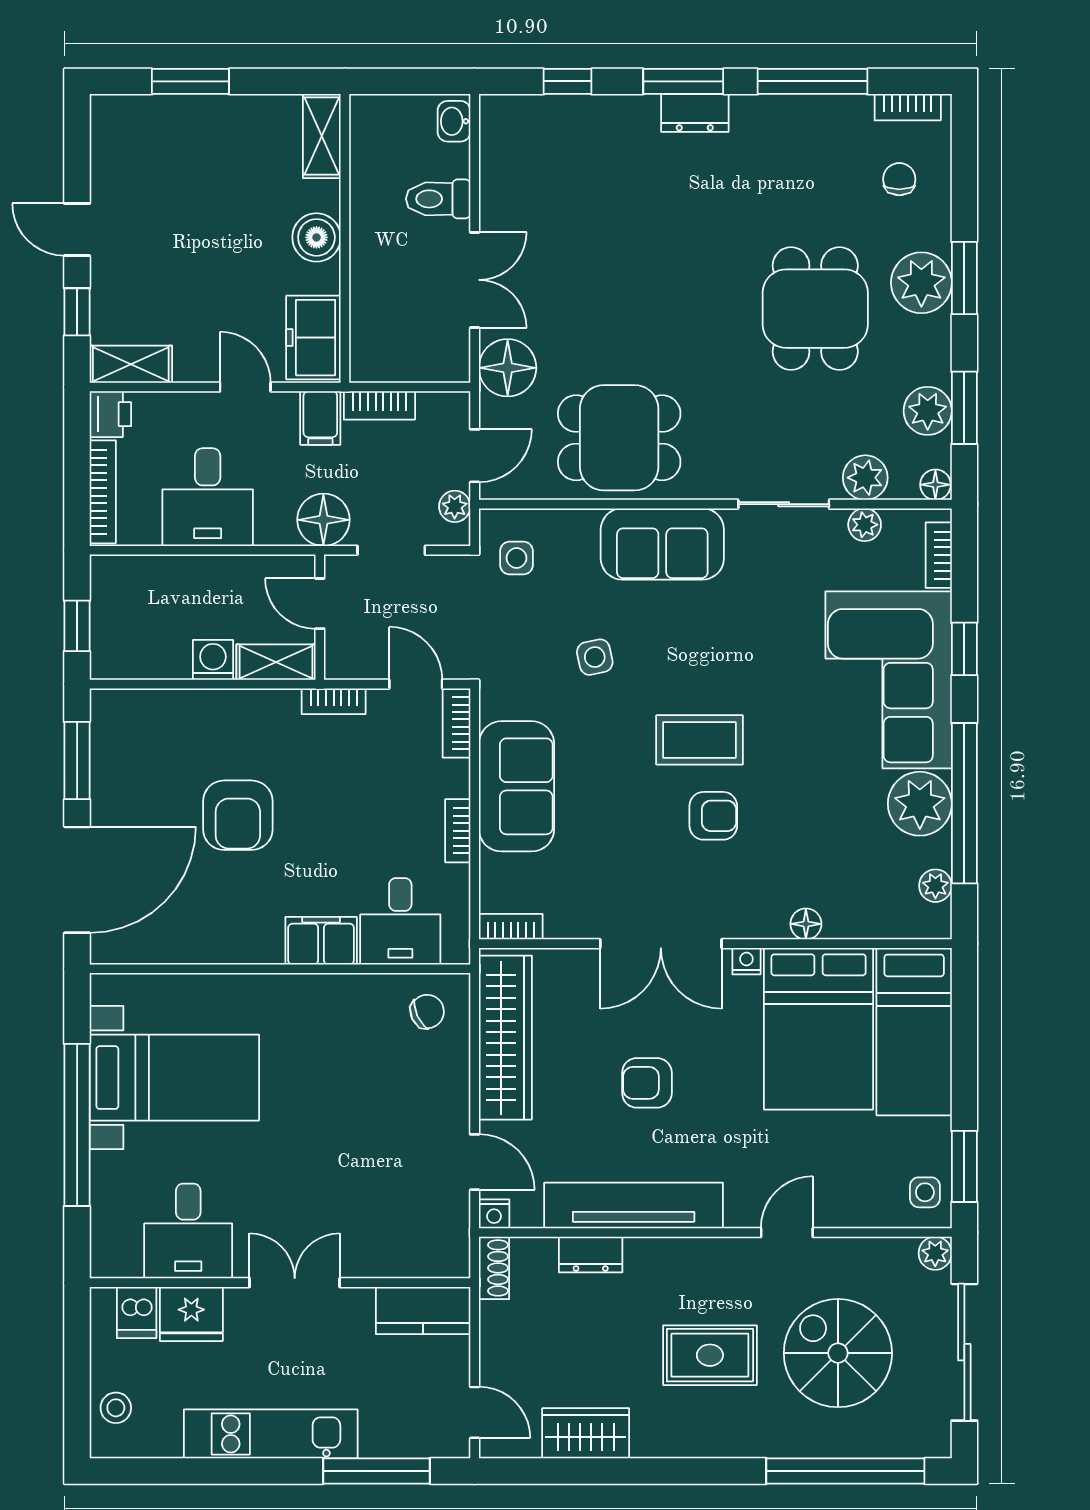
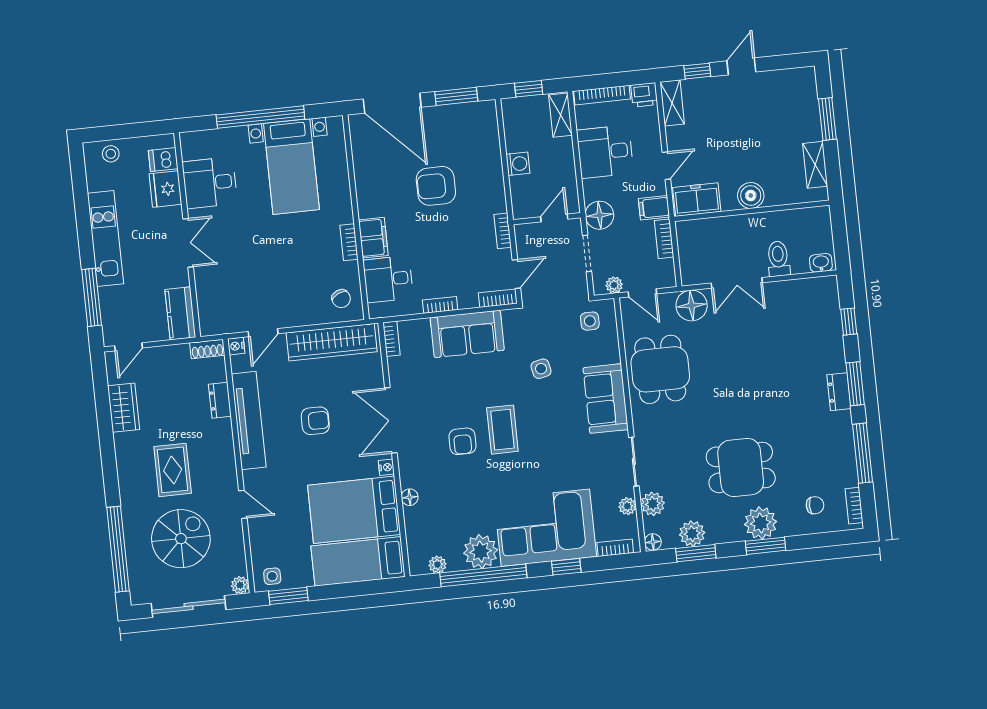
shelving: (322, 136) -> (815, 165), moved, turned 90
shelving: (276, 662) -> (560, 115), moved
bookcase: (325, 986) -> (349, 242), added
armchair: (647, 1083) -> (315, 421), turned 90

